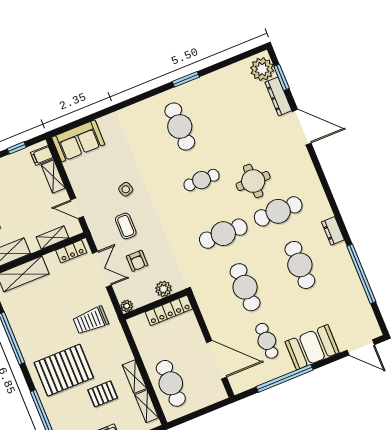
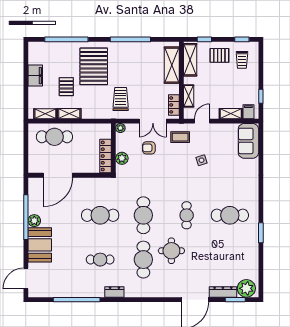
coffee table: (126, 226) -> (180, 137), moved
cafe table: (300, 265) -> (100, 260), width x0.73, depth x0.74
cafe table: (267, 341) -> (57, 215), removed
plant: (285, 366) -> (34, 221), added

